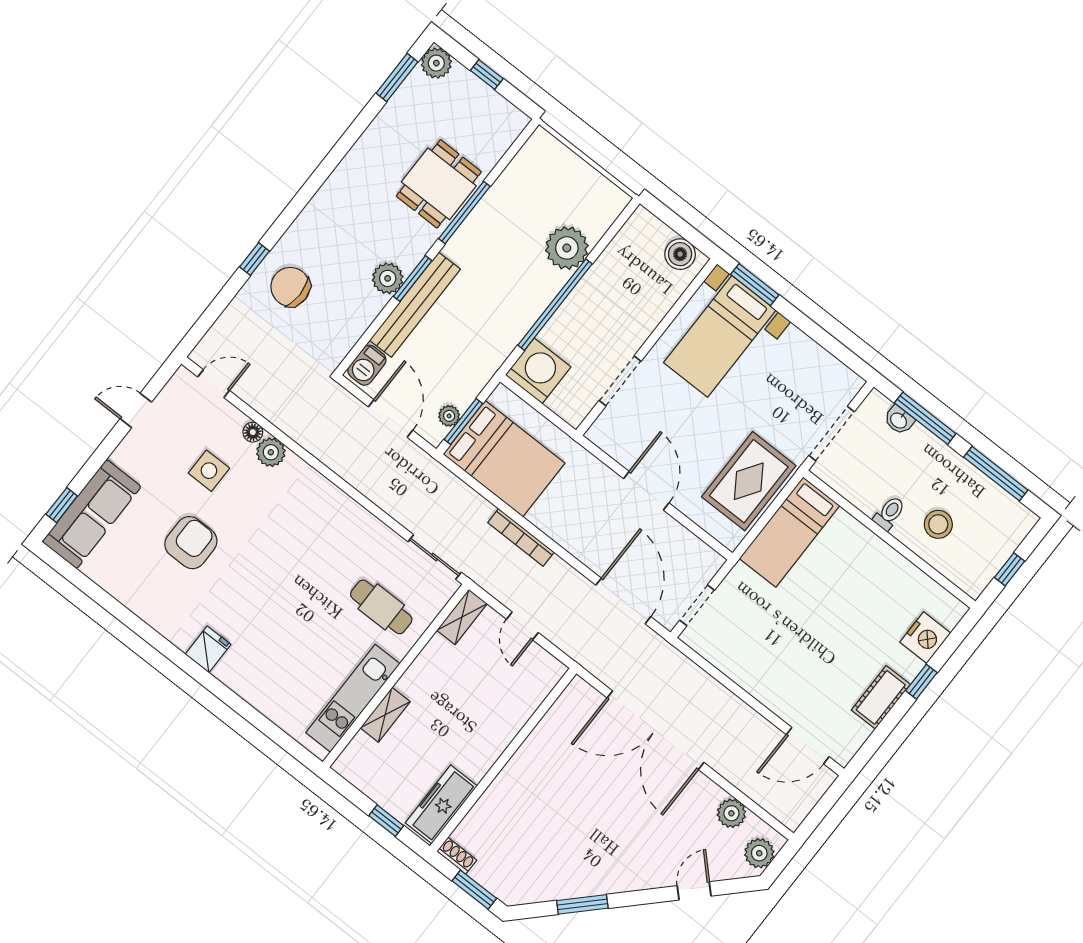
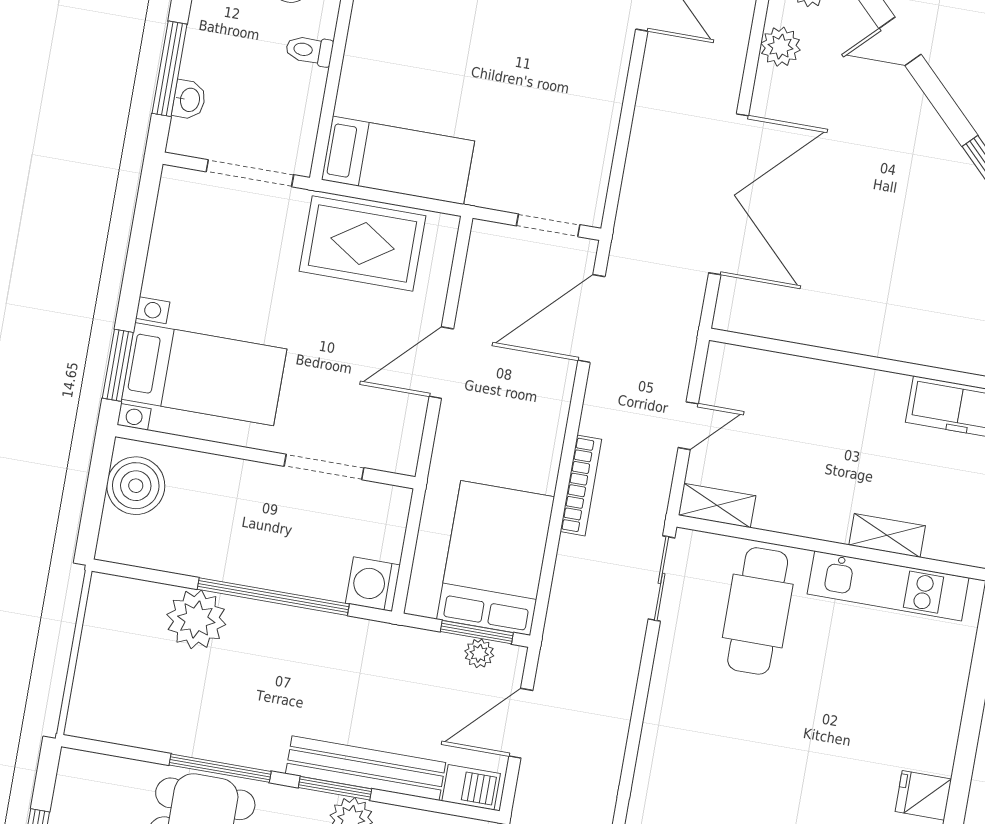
boiler: (680, 254) -> (136, 486), width x1.37, depth x1.37
washing machine: (538, 371) -> (373, 584), width x0.73, depth x0.73
cafe table: (381, 607) -> (758, 611), width x1.37, depth x1.35

